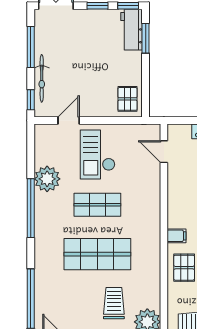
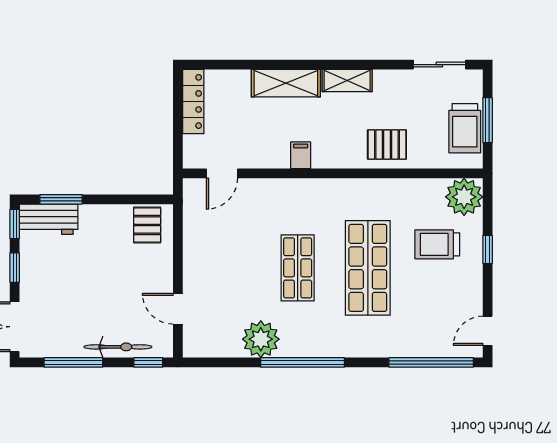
pallet: (128, 99) -> (147, 225), turned 90
checkout: (98, 154) -> (226, 267), removed
filing cabinet: (177, 236) -> (301, 155), moved

